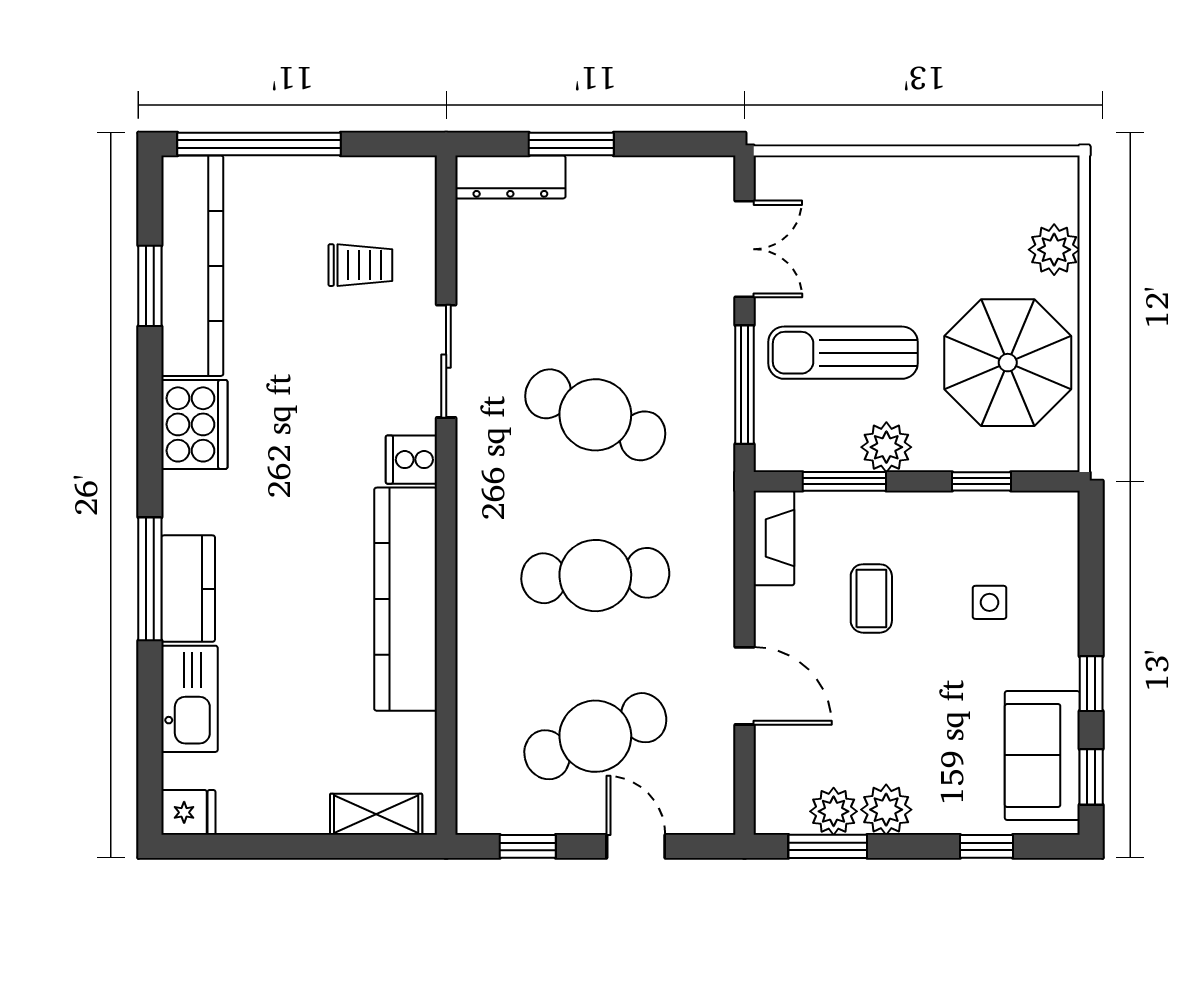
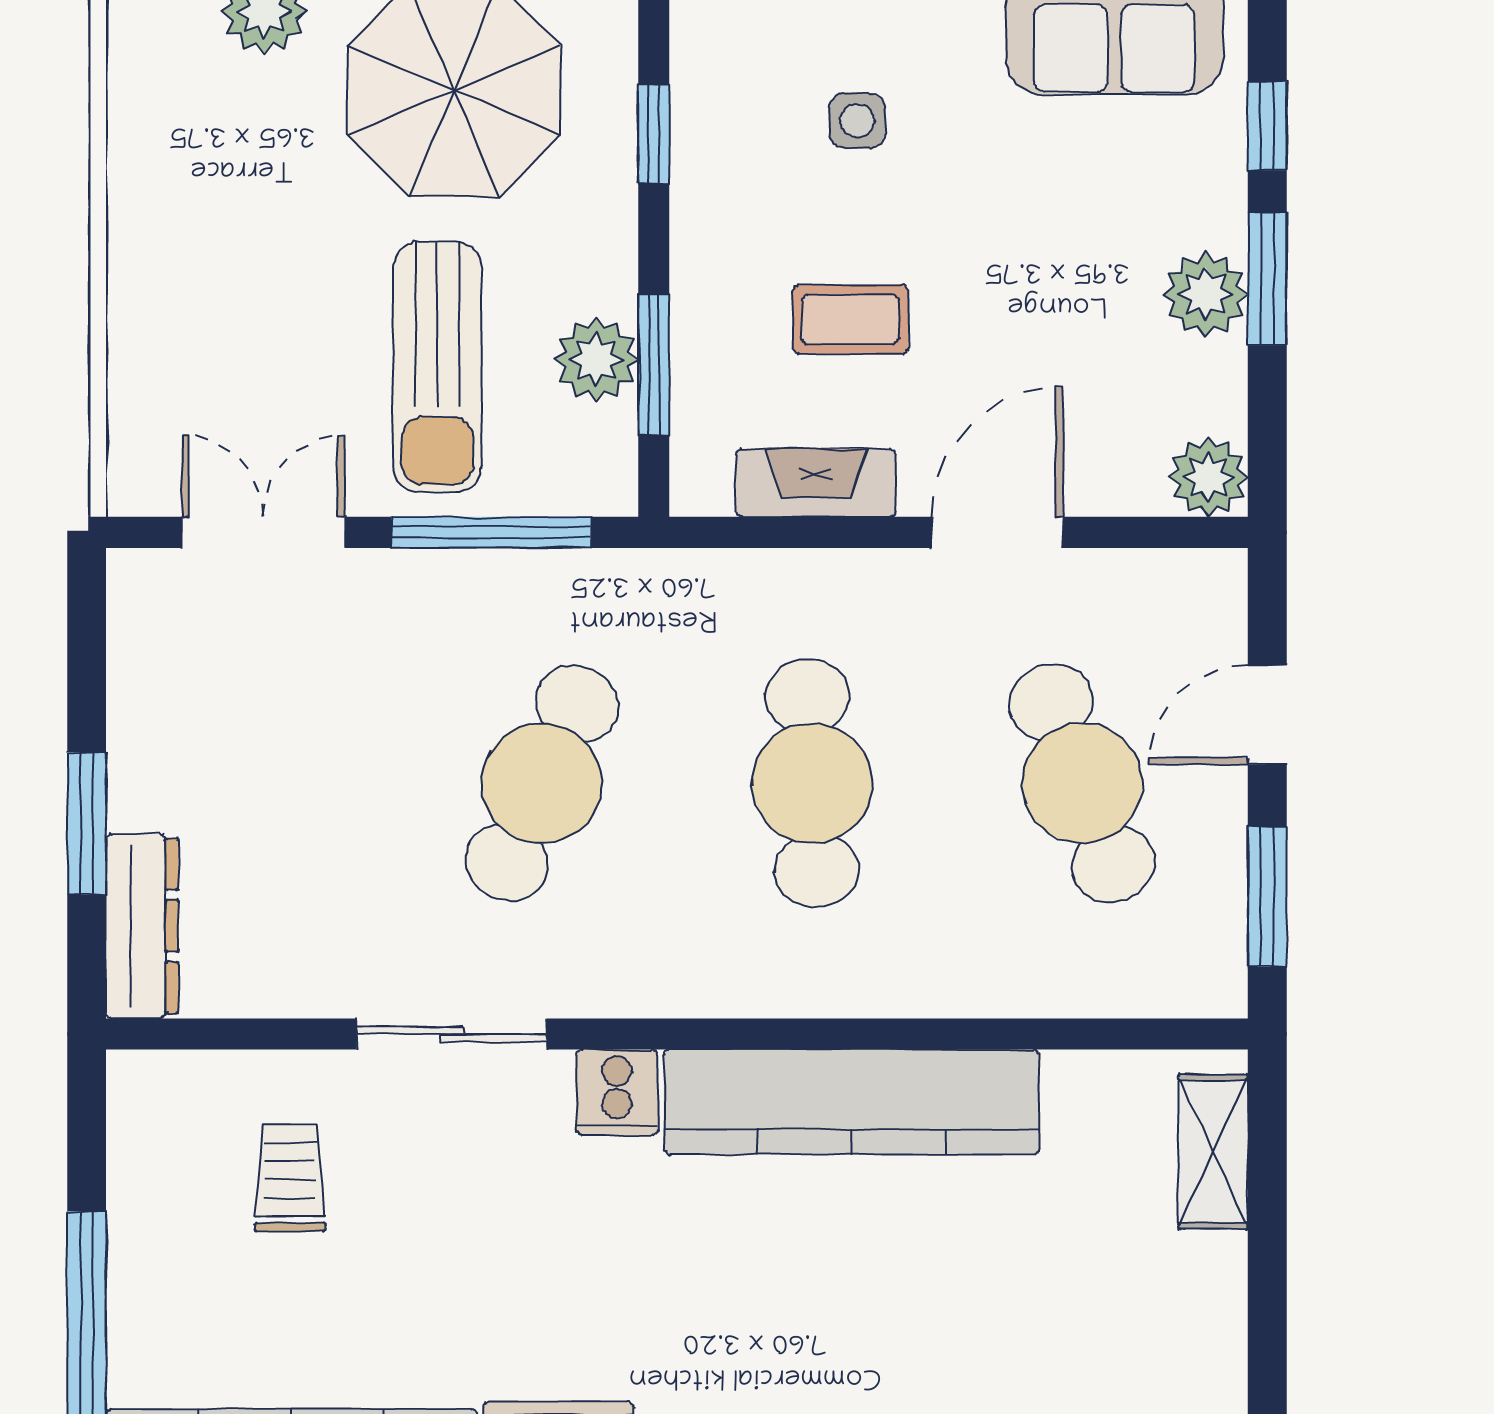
plant: (886, 447) -> (596, 360), moved
fireplace: (774, 538) -> (816, 483), moved
plant: (834, 811) -> (1208, 477), moved
window: (528, 846) -> (1267, 897), width x1.50
window: (828, 846) -> (1267, 279), moved

